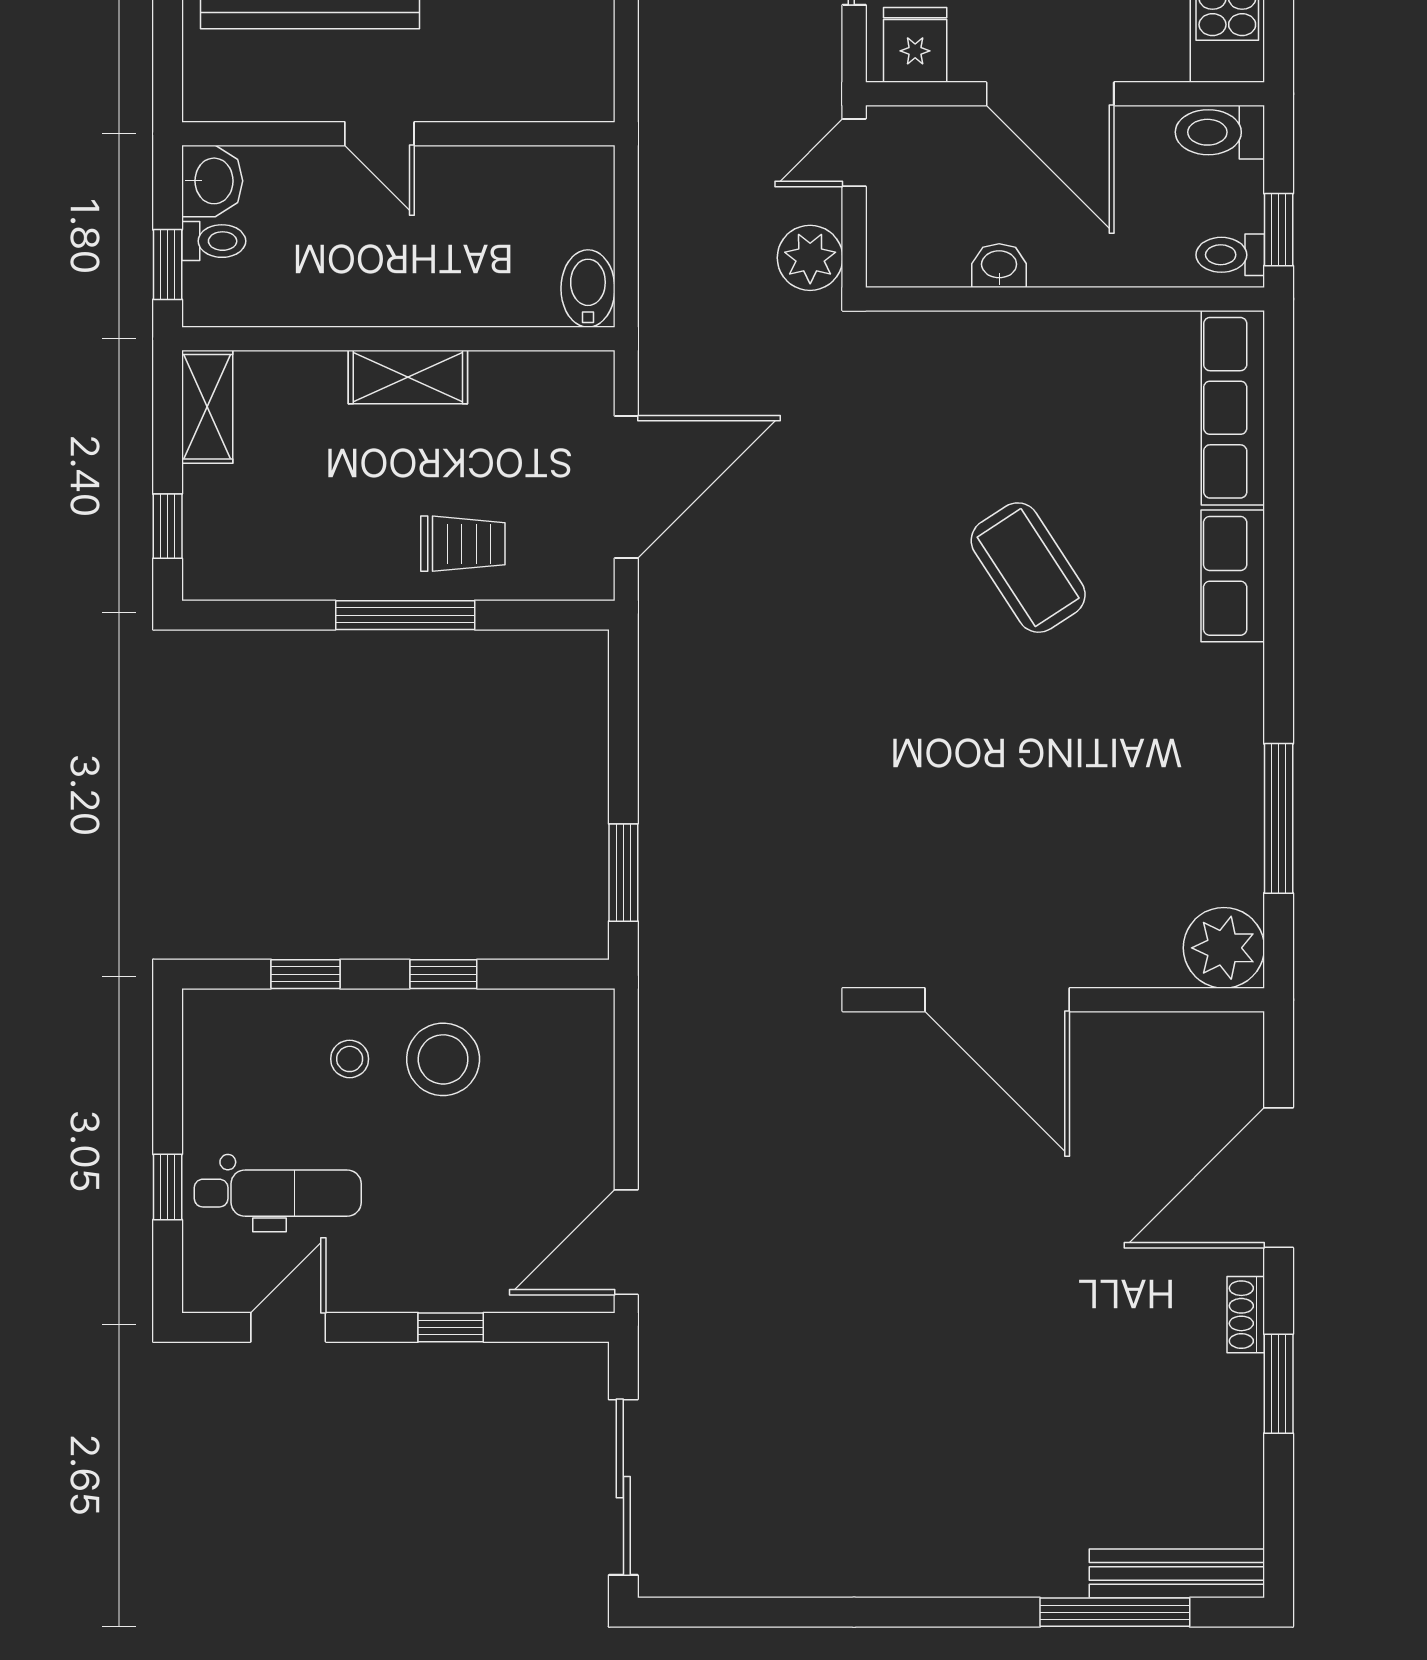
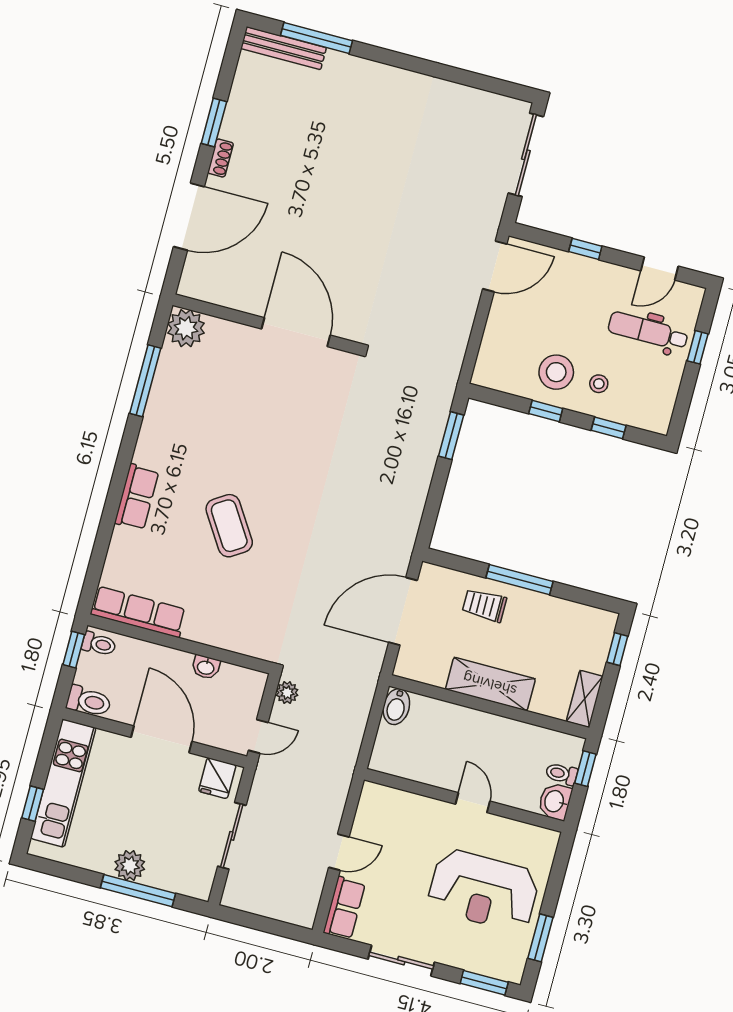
plant: (810, 258) -> (287, 693), width x0.73, depth x0.73
shelving: (408, 377) -> (490, 684), width x1.50, depth x1.33
row of seats: (1233, 408) -> (138, 612), moved, turned -90

